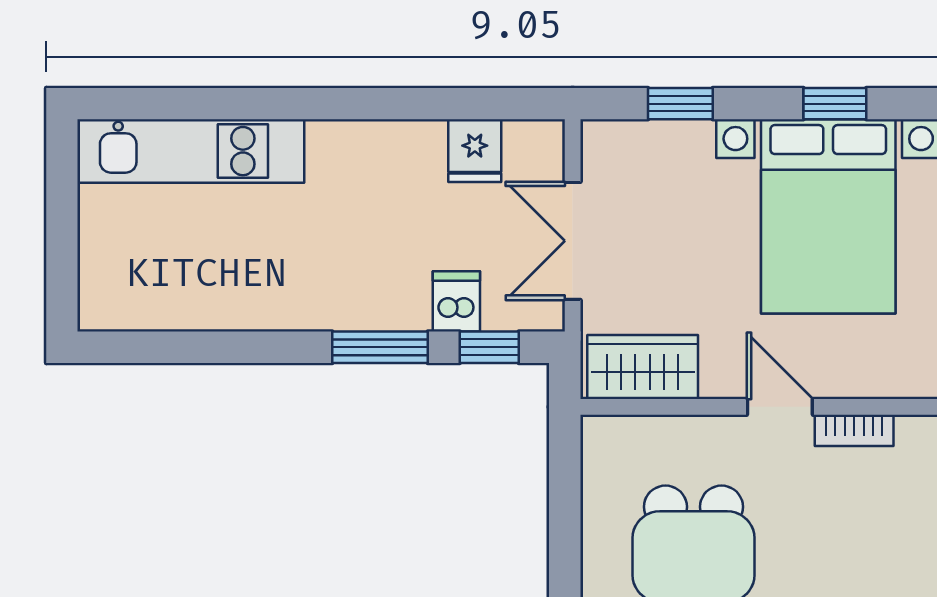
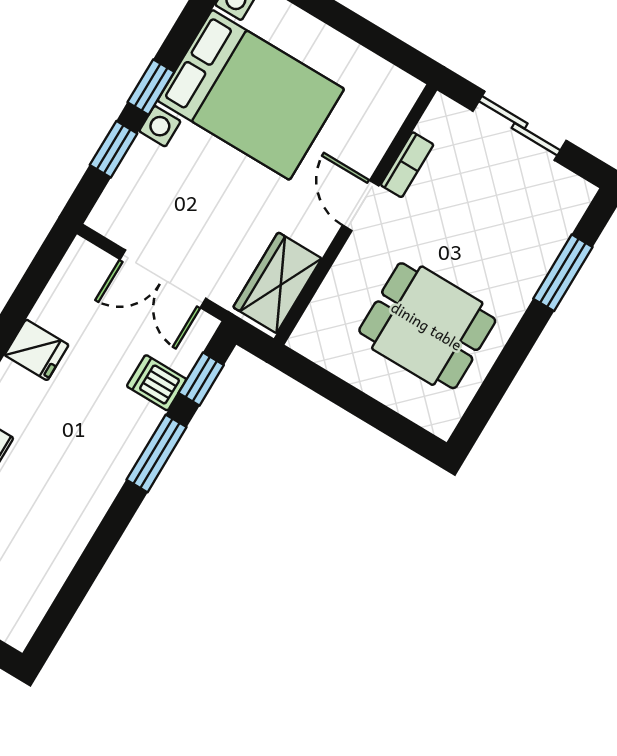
window: (835, 104) -> (151, 87), moved
fridge: (475, 151) -> (37, 350), moved
door: (780, 407) -> (361, 206), hinge flipped

